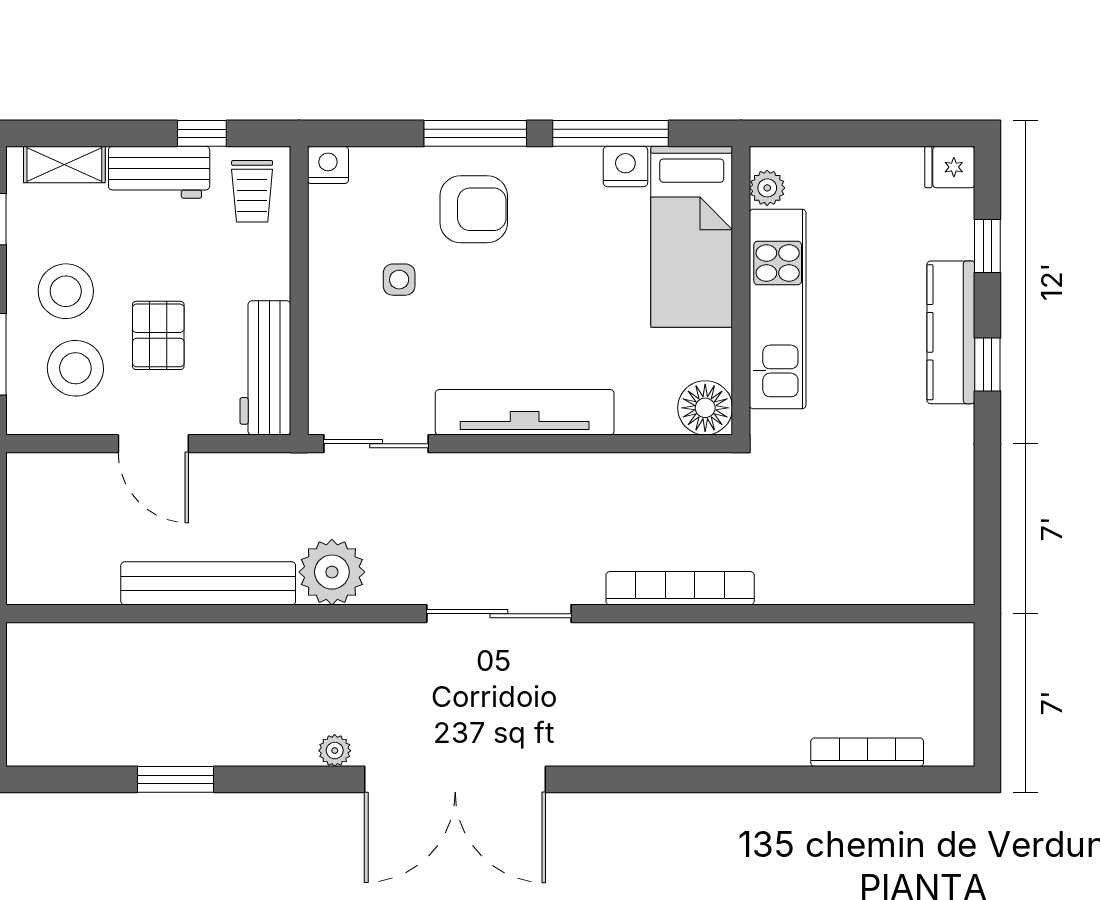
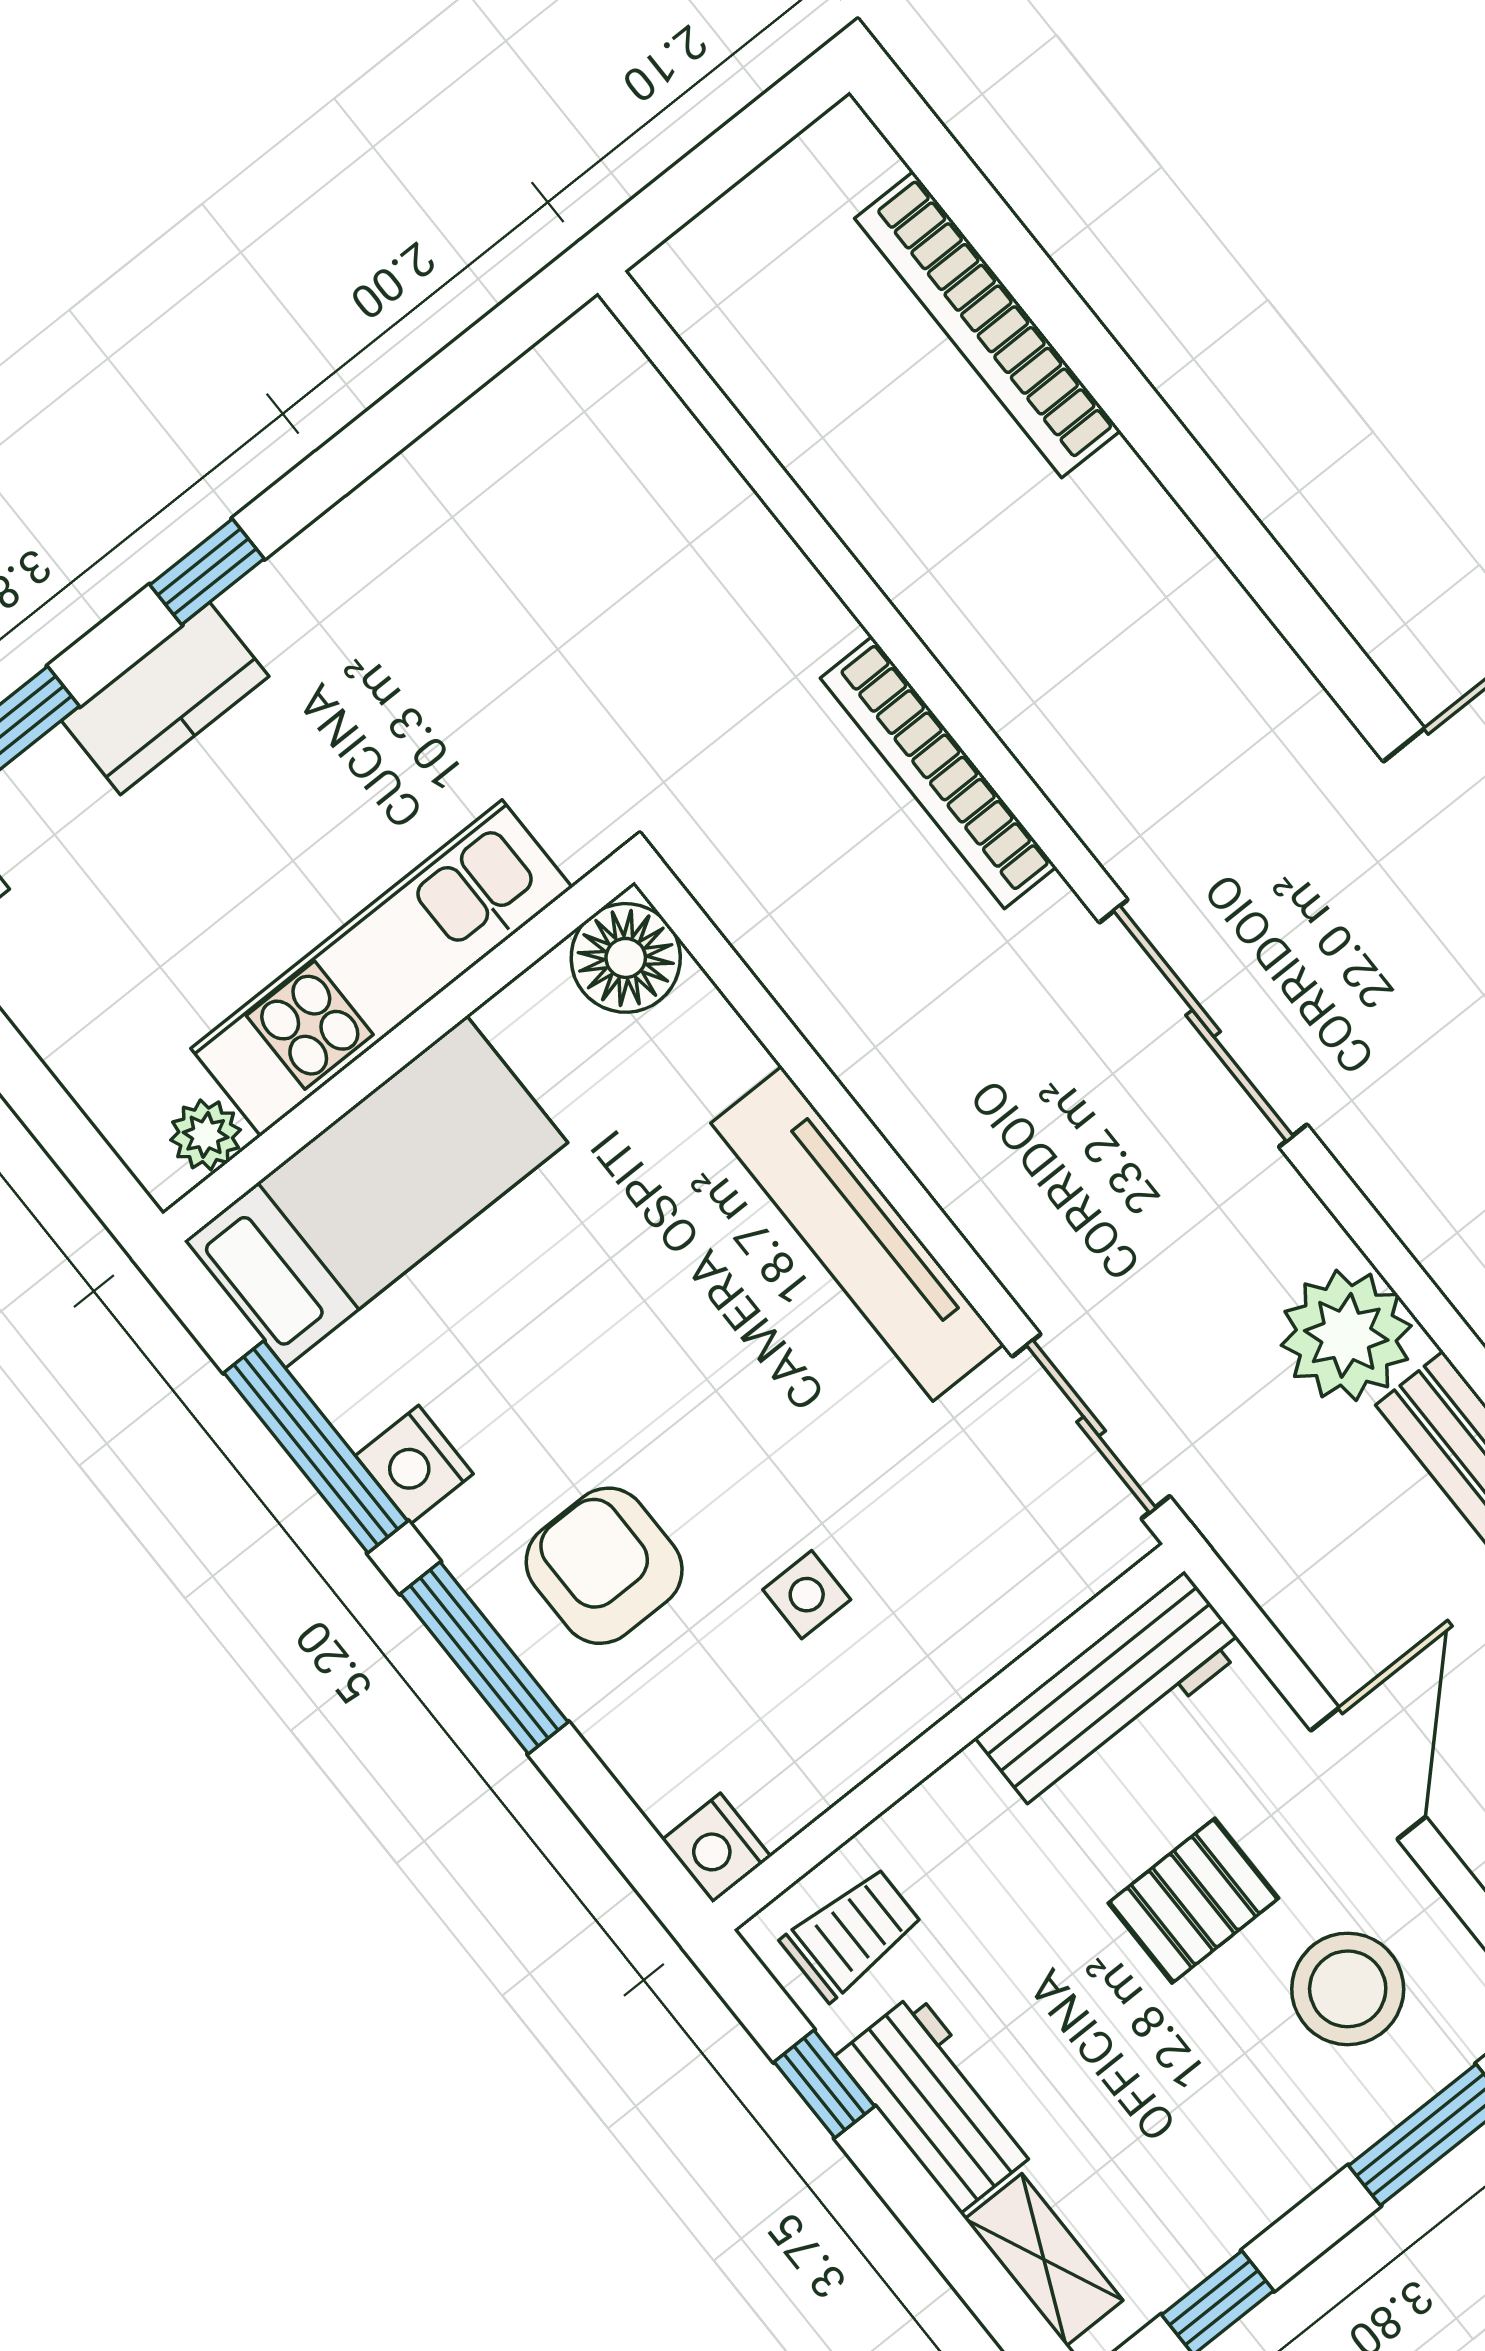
nightstand: (625, 166) -> (414, 1465), moved
stool: (66, 291) -> (1240, 2100), removed
kitchen counter: (951, 332) -> (165, 699), width x0.67
bookcase: (867, 752) -> (988, 325), width x1.48, depth x1.31

